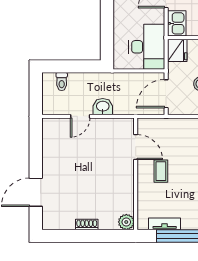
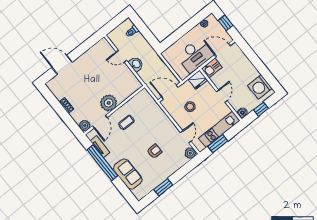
desk: (147, 47) -> (195, 55), moved
door: (136, 147) -> (100, 122), moved
plant: (122, 174) -> (109, 103), added

